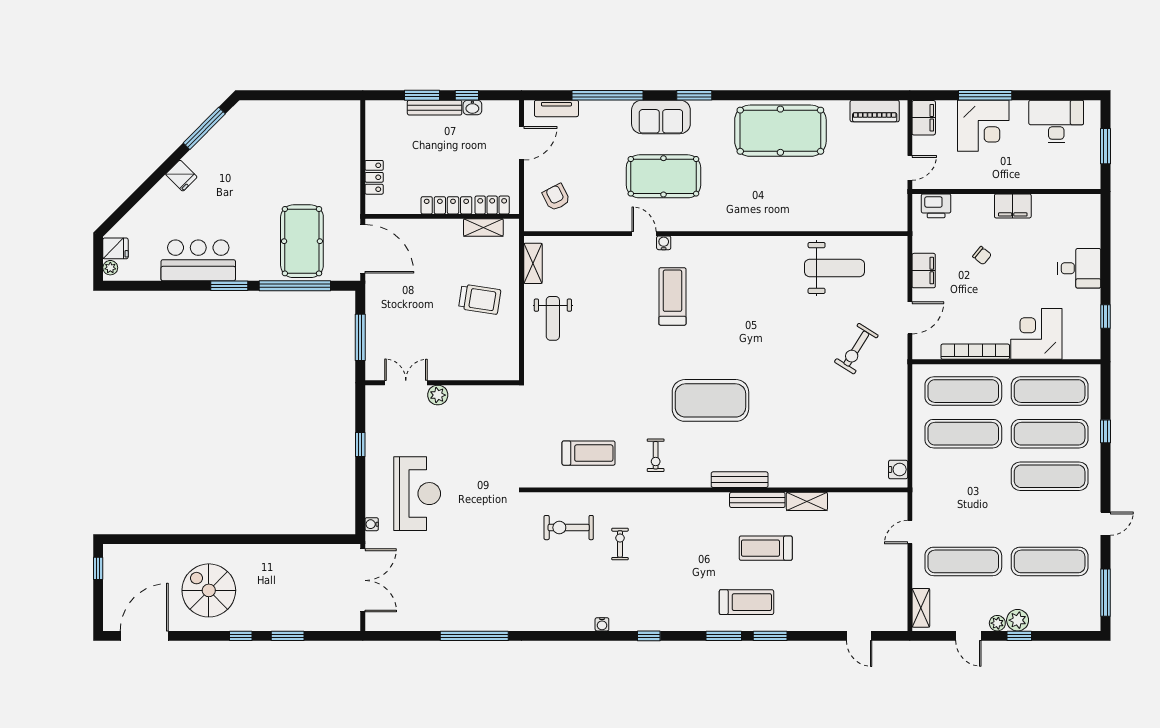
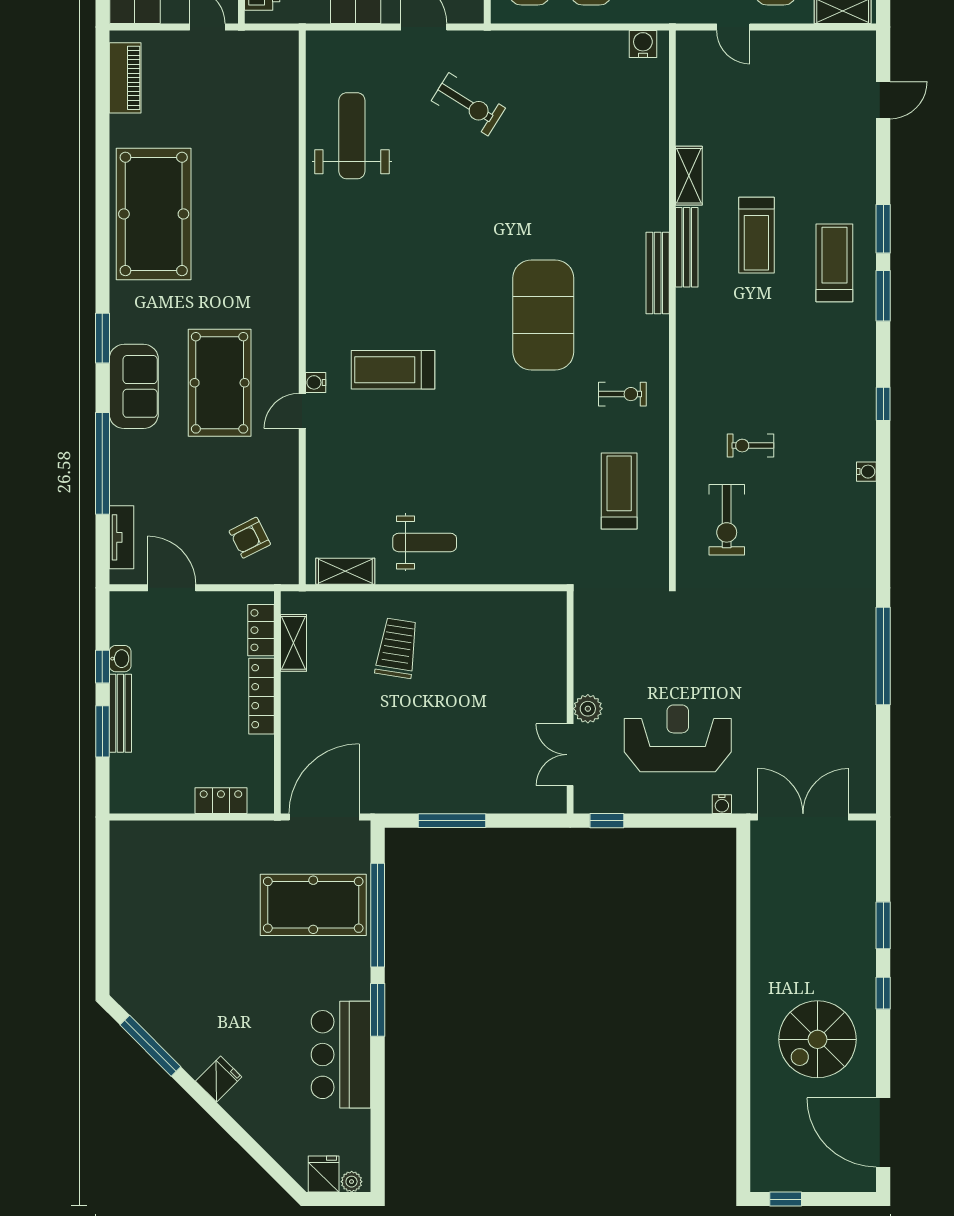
double door: (406, 383) -> (570, 755), moved
wall: (442, 383) -> (570, 702), moved
plant: (438, 395) -> (588, 709), moved

